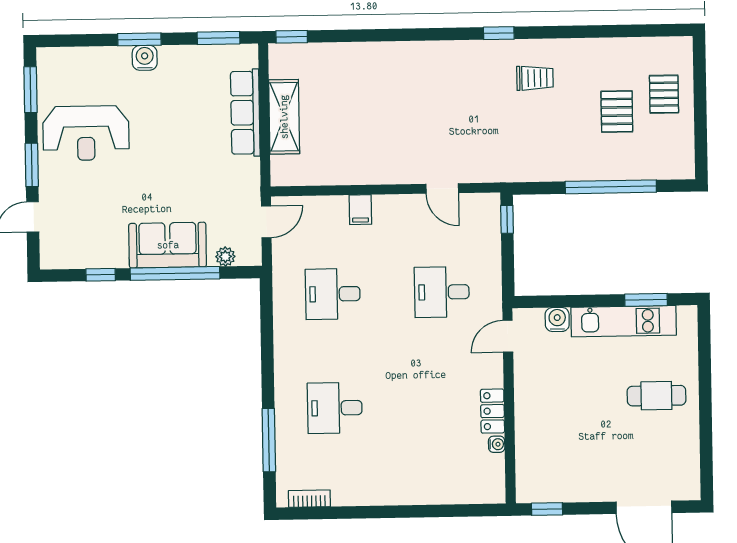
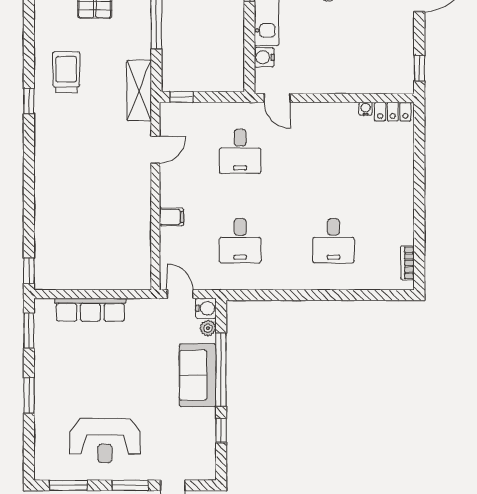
water cooler: (145, 58) -> (206, 308), moved, turned 180
trolley: (535, 78) -> (66, 72), width x1.36, depth x1.39
shelving: (284, 117) -> (139, 91), moved, turned 90
reception desk: (86, 133) -> (105, 440), turned 90
locker: (492, 411) -> (393, 112), moved
window: (269, 440) -> (359, 295), removed

